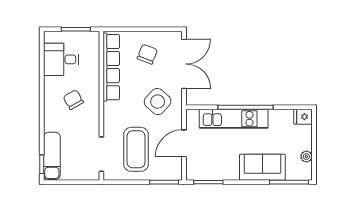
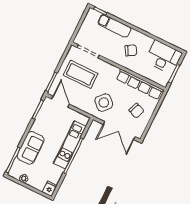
desk: (61, 59) -> (164, 57), width x1.37
door: (184, 143) -> (60, 102), moved
exam couch: (52, 156) -> (114, 26), moved

